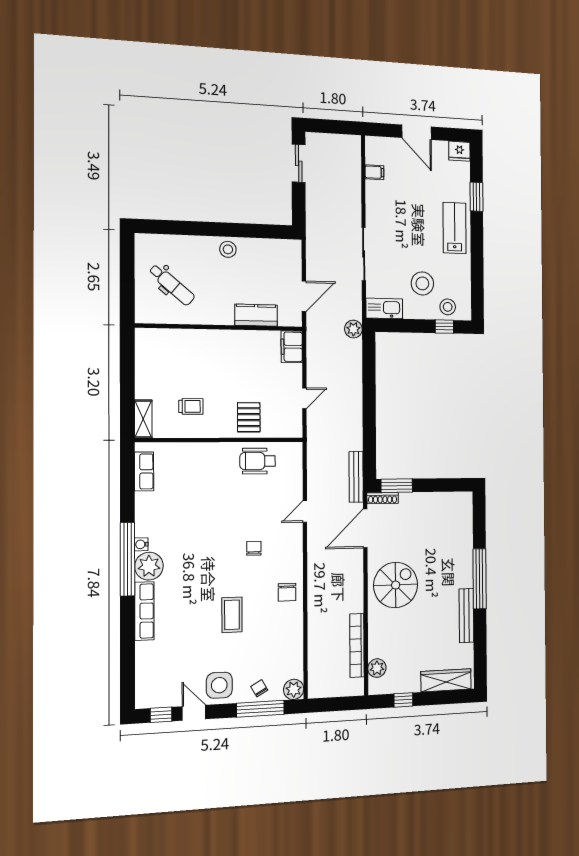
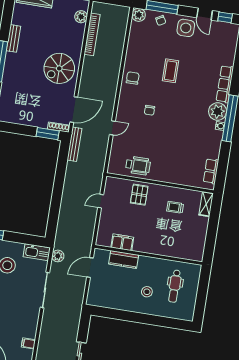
stool: (228, 249) -> (147, 292), moved
dental chair: (172, 285) -> (175, 286), turned -130
plant: (353, 329) -> (58, 256), moved
filing cabinet: (292, 347) -> (122, 242), moved, turned -90
bench: (466, 616) -> (13, 38), width x0.73

